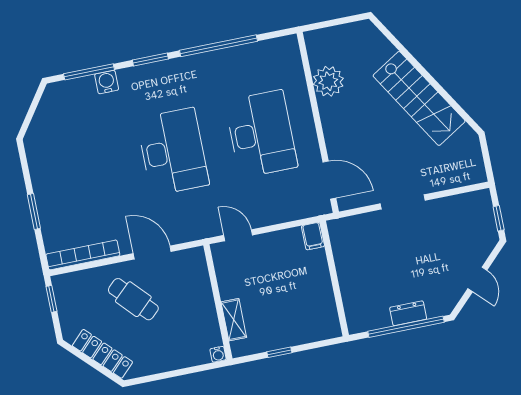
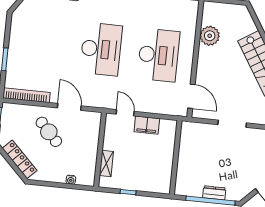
filing cabinet: (313, 236) -> (147, 125), moved, width x2.00
water cooler: (218, 354) -> (71, 180), moved

